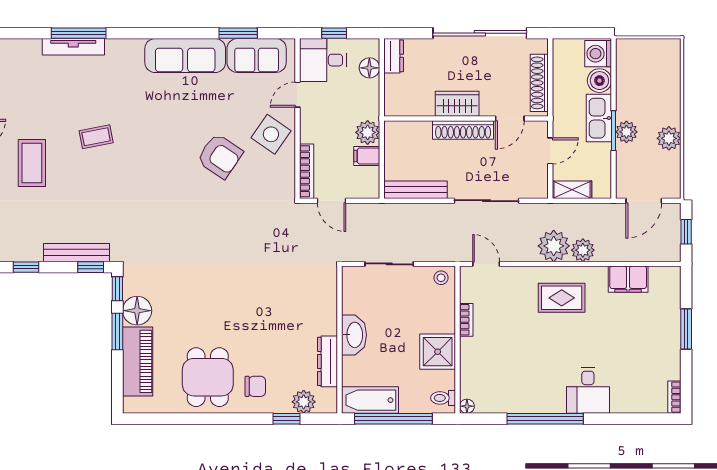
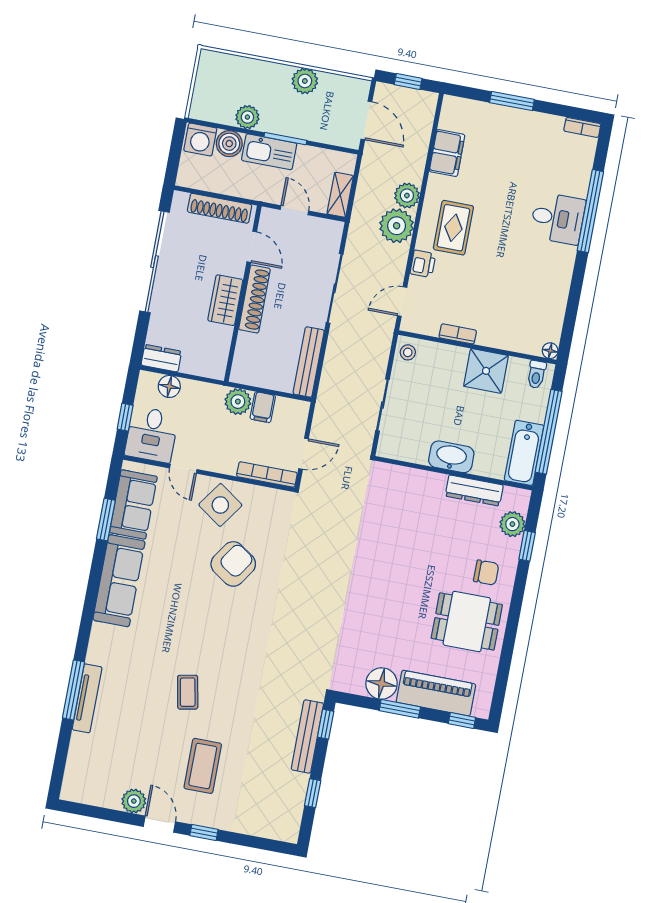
plant: (626, 132) -> (247, 117), moved
coffee table: (32, 163) -> (203, 766), turned 90
printer: (524, 276) -> (423, 264), added
window: (117, 289) -> (462, 720), moved
chair: (255, 386) -> (486, 573), turned 90
window: (545, 419) -> (590, 211), moved

